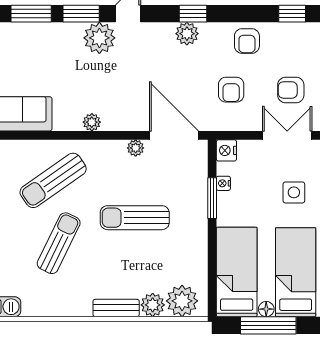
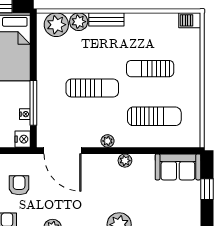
plant: (136, 148) -> (108, 141), moved
sun lounger: (53, 180) -> (154, 116), turned 35
window: (212, 198) -> (33, 103), width x1.44
sun lounger: (59, 243) -> (150, 69), turned 64

